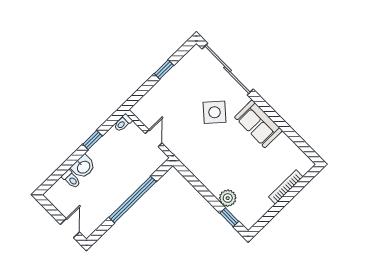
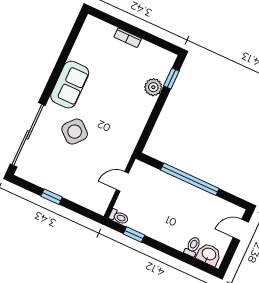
window: (92, 140) -> (134, 235), moved
washbasin: (83, 167) -> (209, 254), moved
bookcase: (286, 187) -> (128, 38), width x0.64

